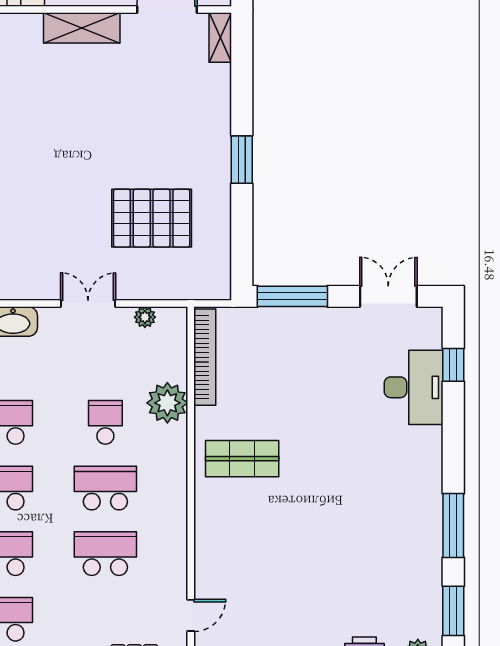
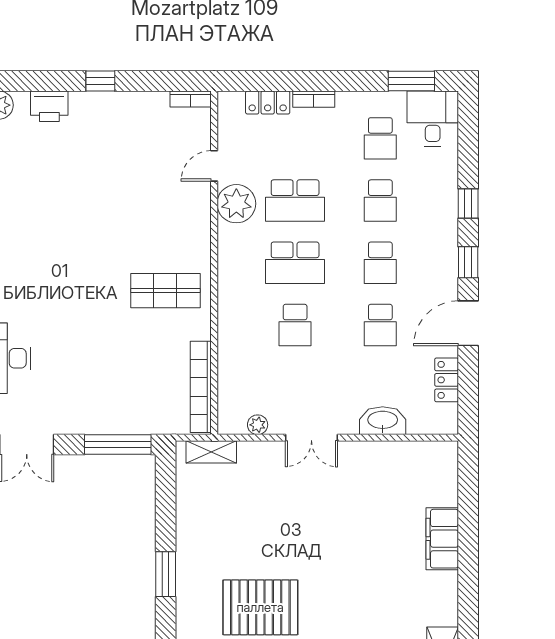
pallet: (152, 218) -> (260, 607), moved
shelving: (194, 289) -> (211, 452), added
plant: (167, 403) -> (236, 204), moved
door: (191, 615) -> (214, 166), moved

